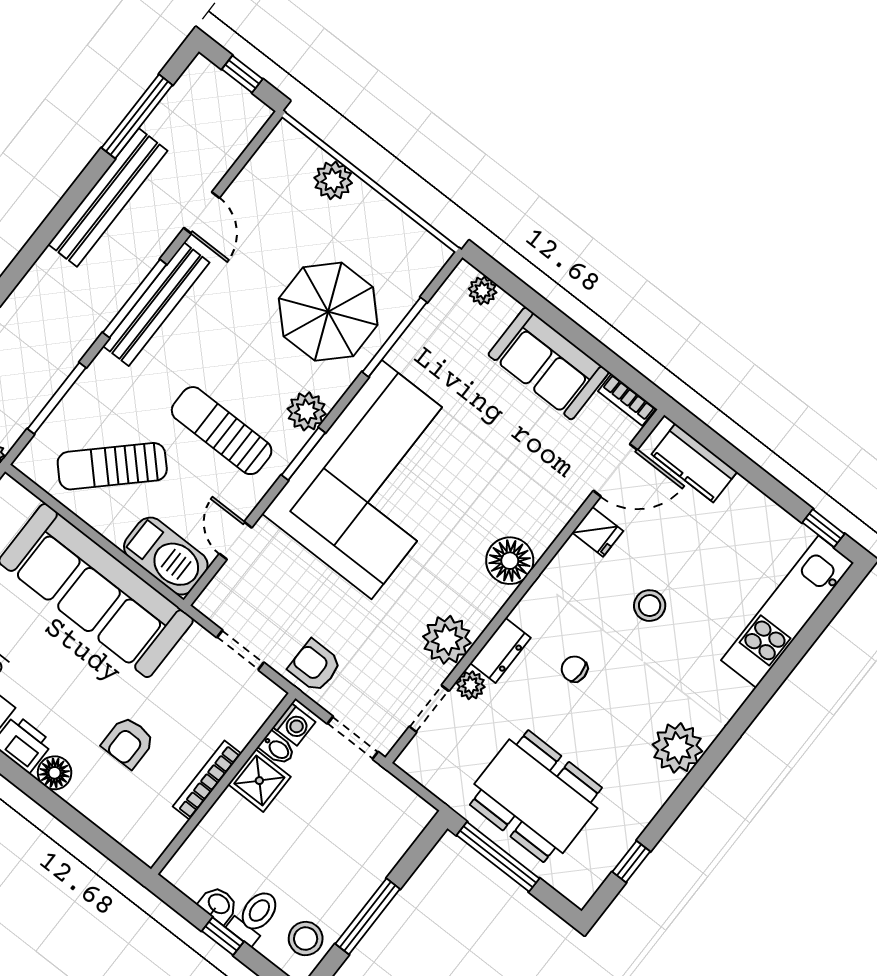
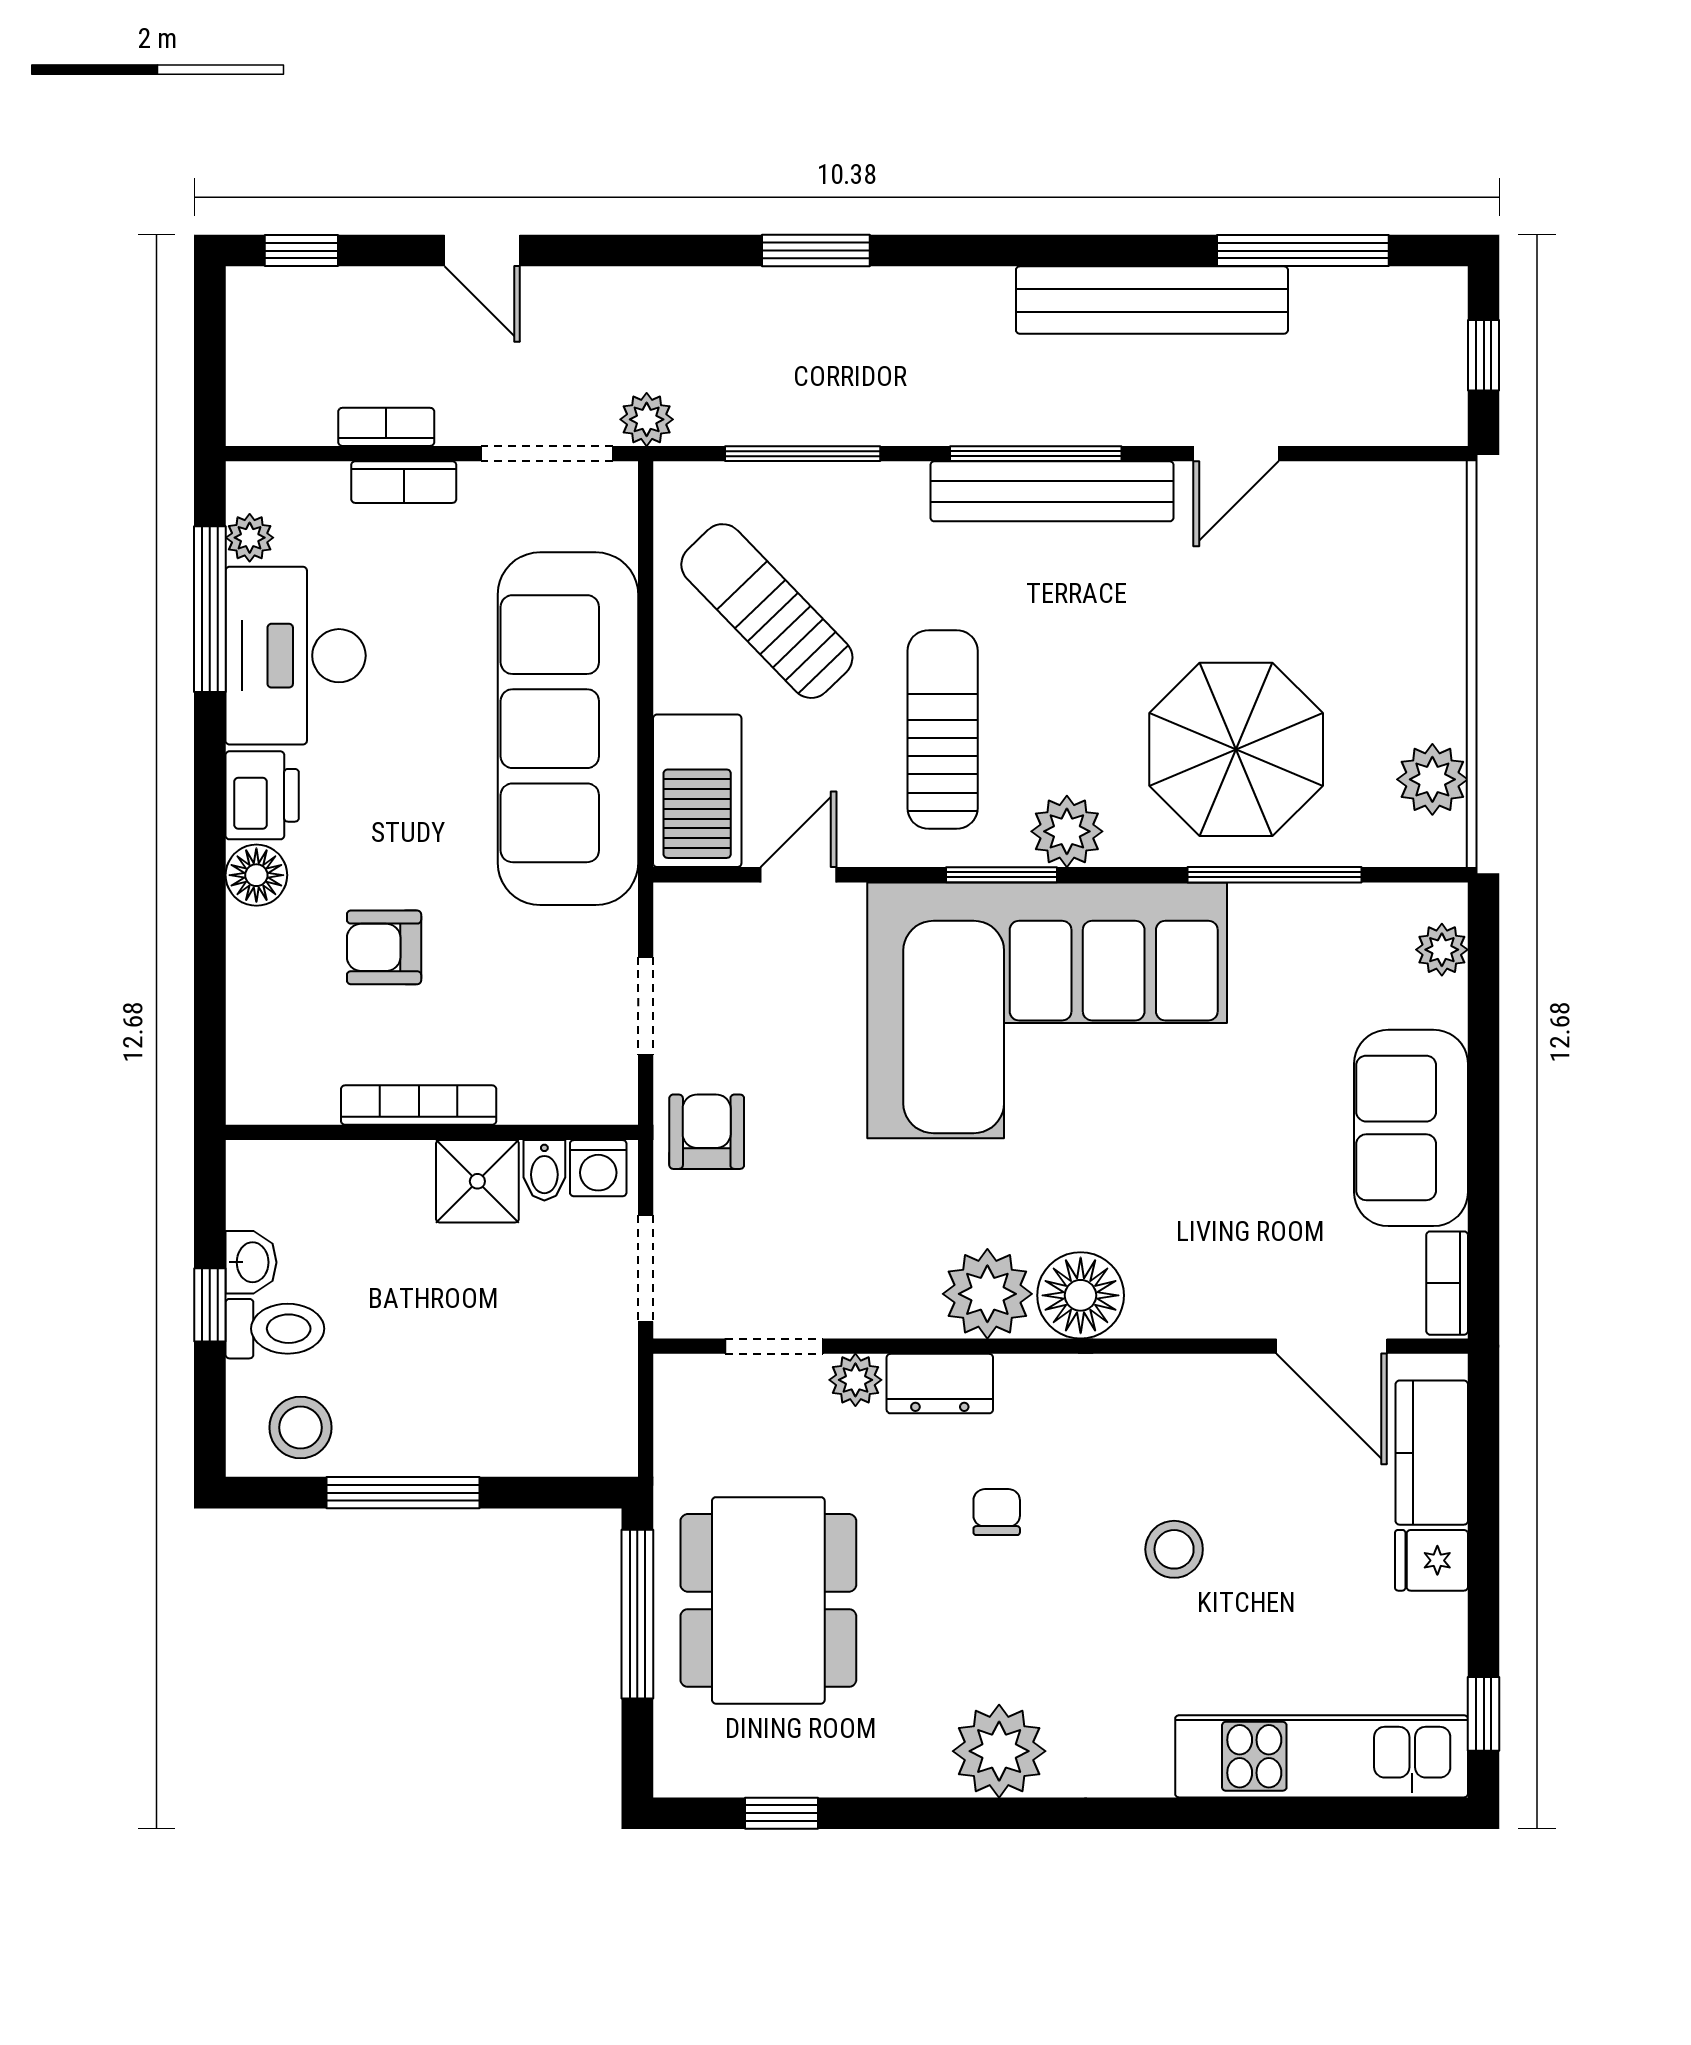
plant: (333, 180) -> (1432, 779), moved
fridge: (598, 532) -> (1431, 1560), moved, turned 90
plant: (447, 640) -> (987, 1294), moved

